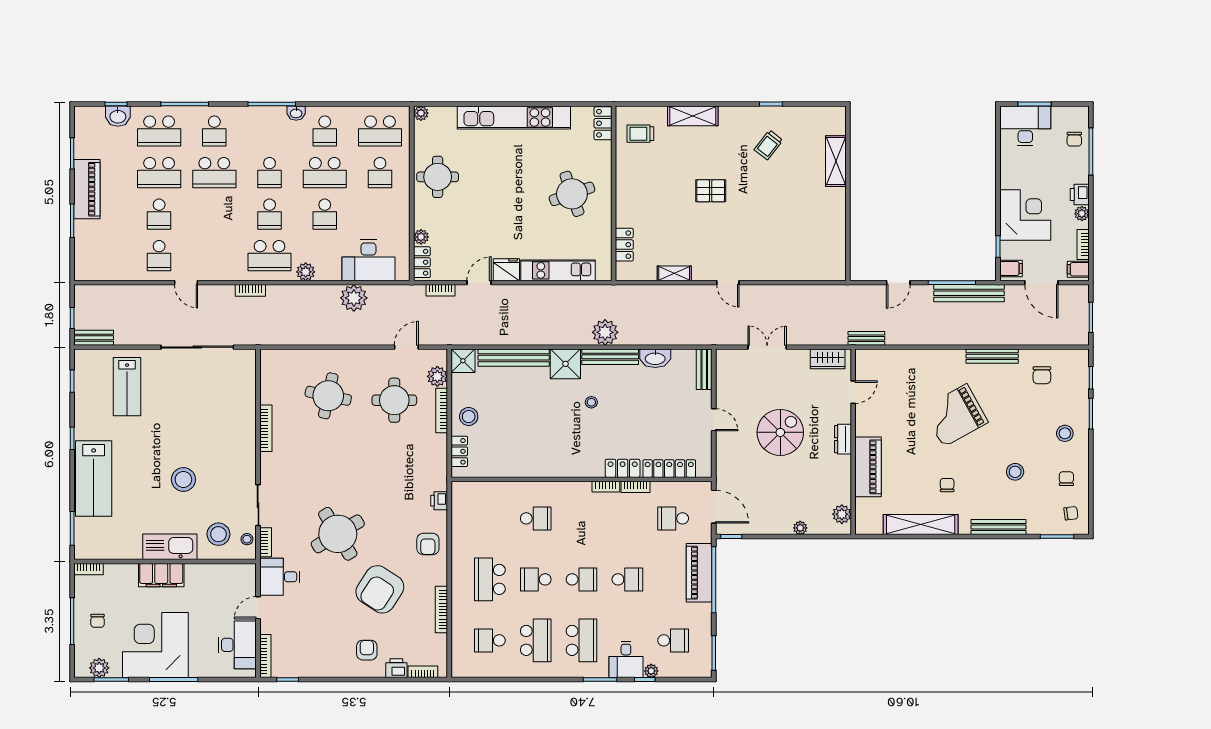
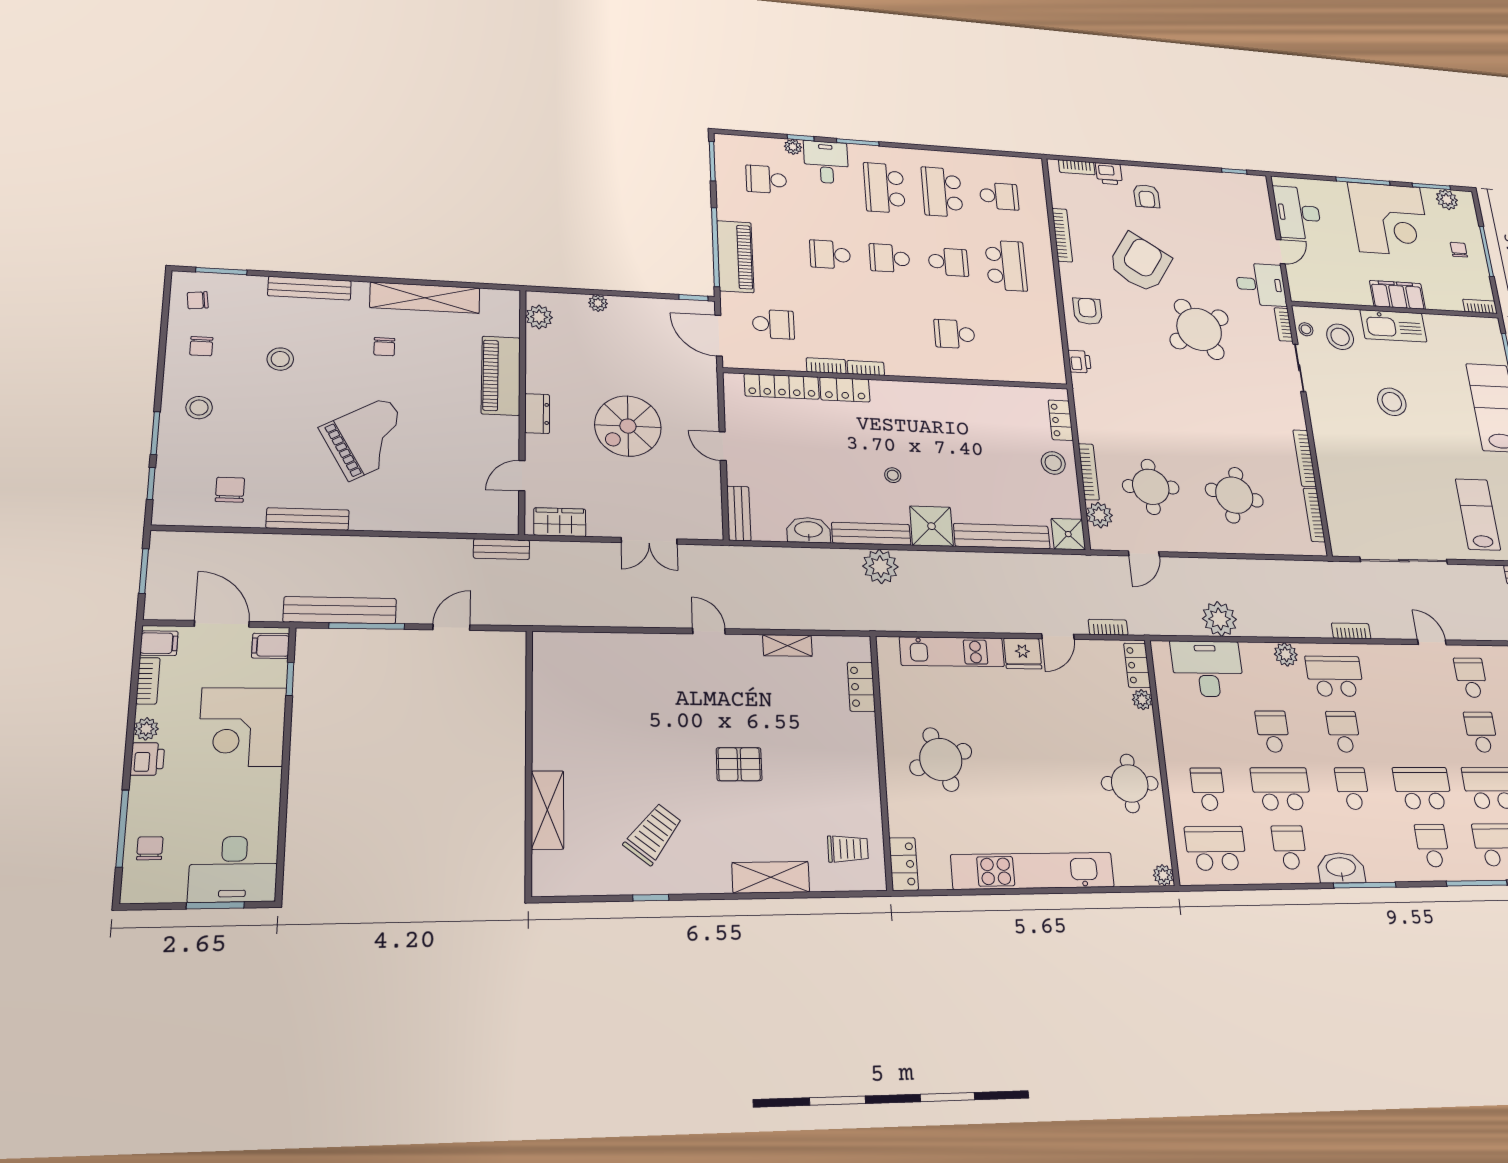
washbasin: (296, 113) -> (1341, 868), width x1.91, depth x1.45
trolley: (769, 145) -> (653, 834), width x1.36, depth x1.39
bookcase: (265, 656) -> (1314, 515), moved

